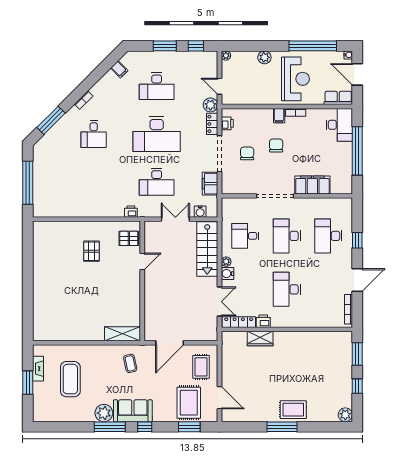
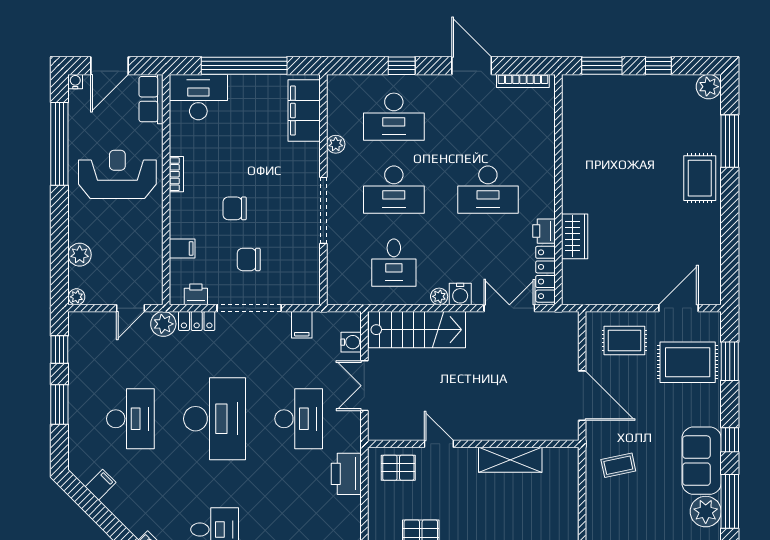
plant: (264, 57) -> (80, 255), moved
filing cabinet: (279, 116) -> (182, 249), moved
filing cabinet: (210, 184) -> (302, 325), width x0.50
filing cabinet: (312, 185) -> (304, 111), moved
plant: (313, 203) -> (336, 144), added
printer: (131, 212) -> (346, 474), width x1.87, depth x1.48
pallet: (129, 238) -> (398, 468), turned 90
shelving: (123, 334) -> (510, 460), moved, turned 90
window: (282, 427) -> (730, 141), moved

